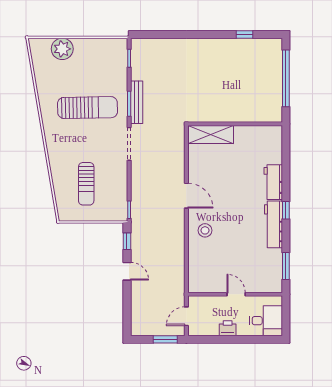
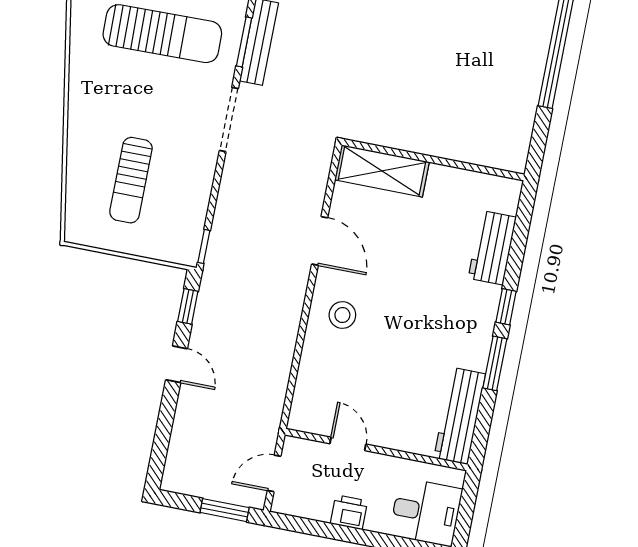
wall: (235, 124) -> (433, 160), moved
shelving: (211, 134) -> (382, 171), moved
workbench: (273, 224) -> (460, 416), moved
window: (286, 266) -> (495, 363), moved
door: (236, 294) -> (348, 444), moved

